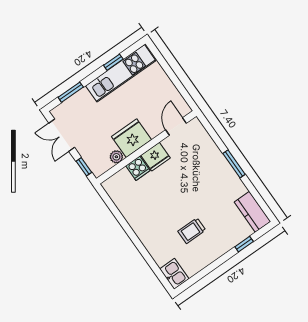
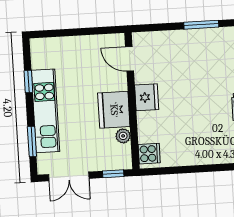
kitchen unit: (121, 73) -> (45, 111), moved
cooker: (138, 168) -> (149, 154), moved

